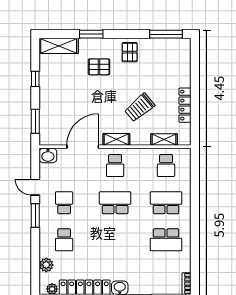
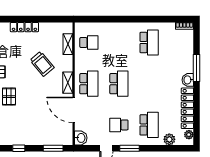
locker: (185, 105) -> (24, 27), moved
school desk: (115, 166) -> (89, 84), width x1.85
school desk: (115, 203) -> (119, 84), turned 180
school desk: (166, 203) -> (119, 42), removed
school desk: (64, 240) -> (149, 125), width x1.85

